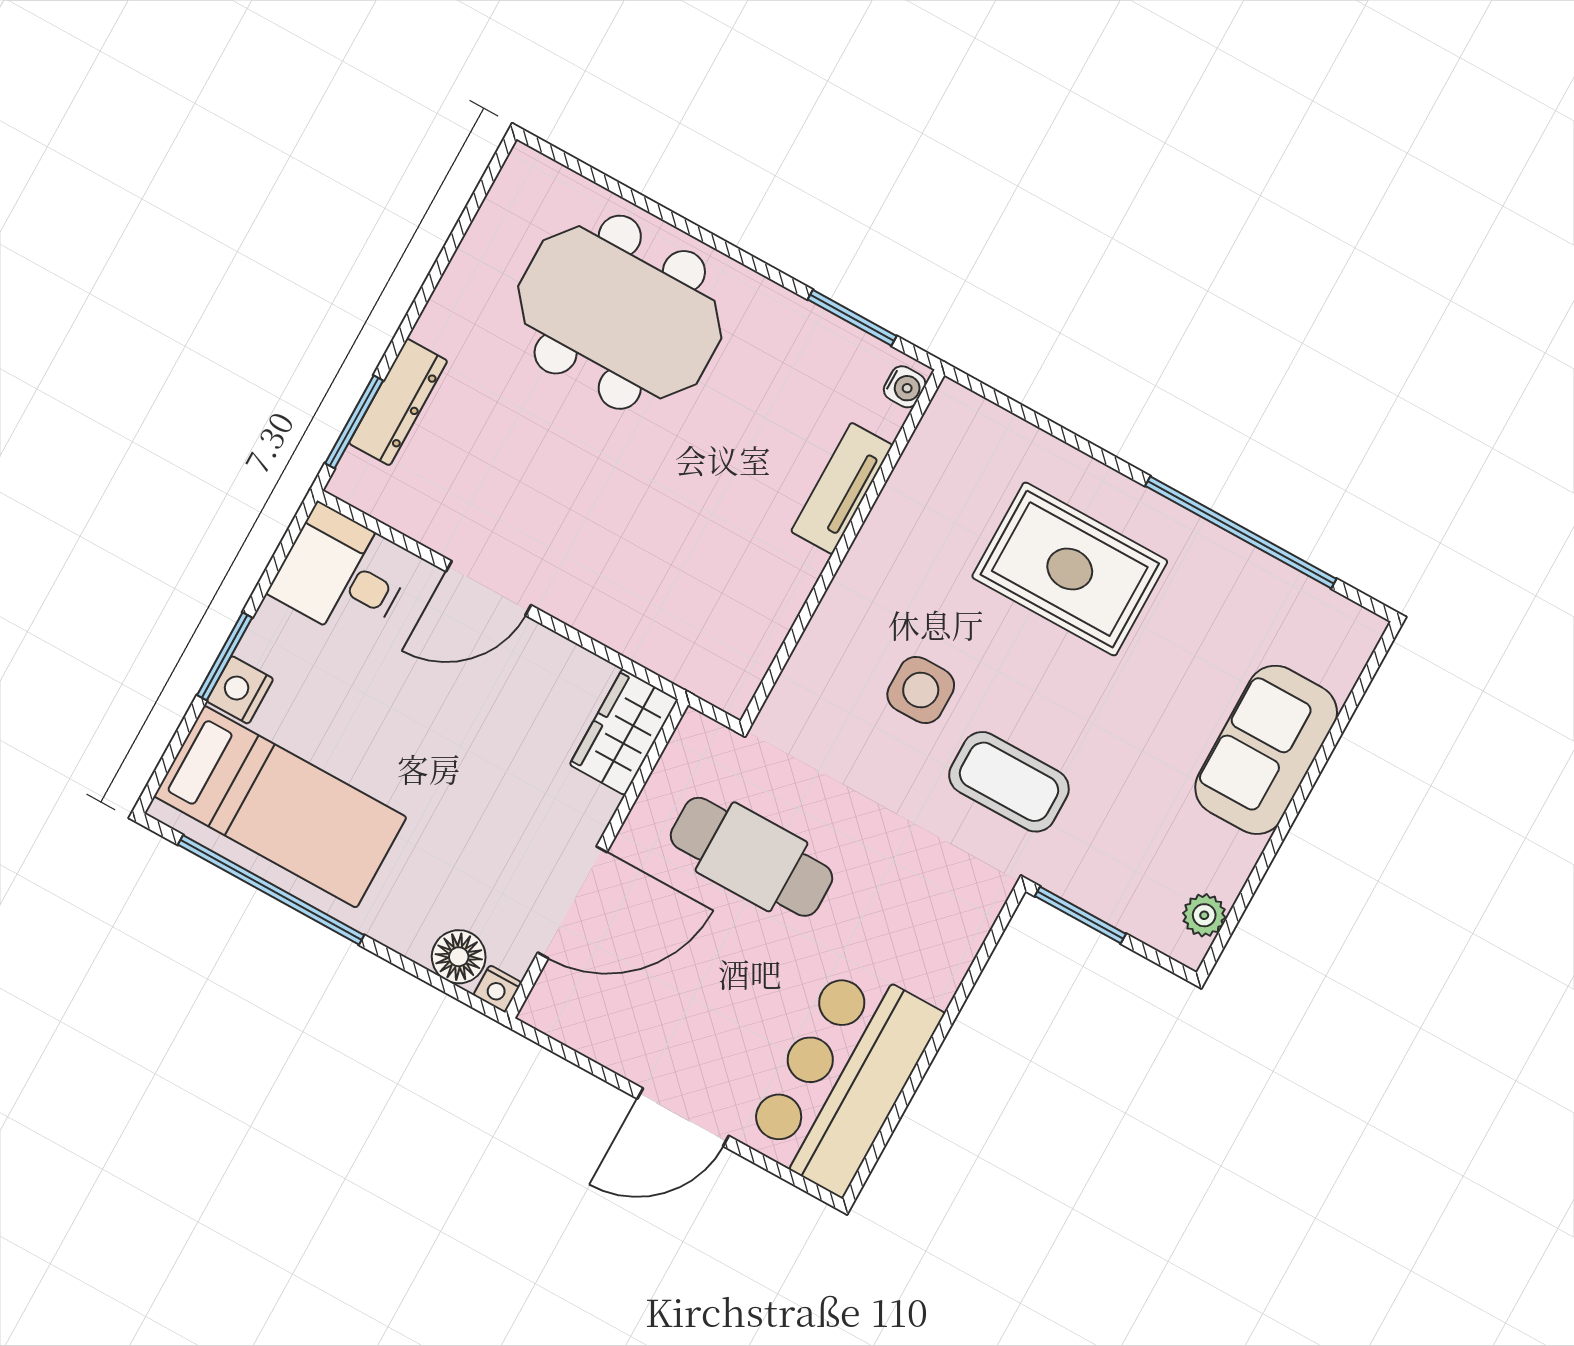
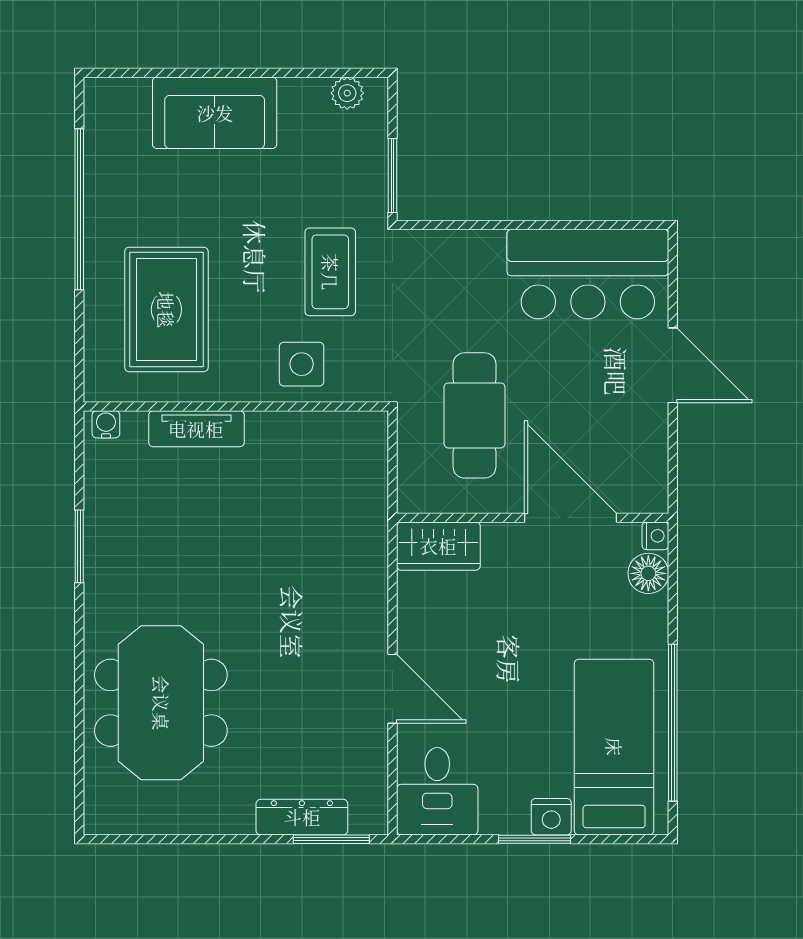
water cooler: (905, 387) -> (106, 424), moved
tv unit: (842, 488) -> (196, 429), moved
wall: (842, 548) -> (236, 406), moved

